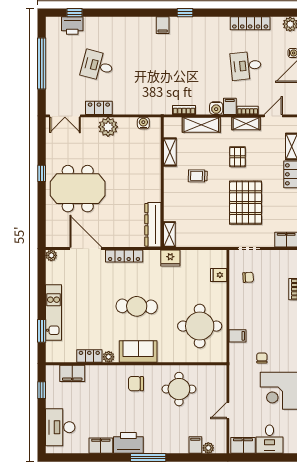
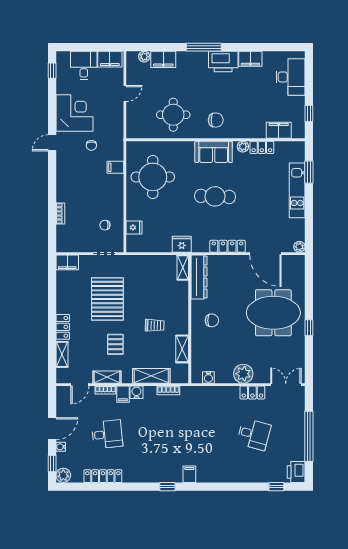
printer: (72, 26) -> (296, 472), moved, turned -90
chair: (140, 181) -> (212, 320), added
filing cabinet: (195, 445) -> (163, 59), width x2.00

